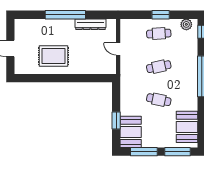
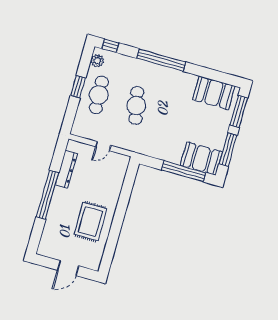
cafe table: (159, 34) -> (99, 95), width x1.37, depth x1.35
cafe table: (159, 67) -> (136, 105), width x1.37, depth x1.35
cafe table: (159, 100) -> (174, 116), removed
window: (116, 120) -> (184, 171), width x2.11

